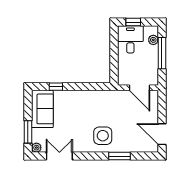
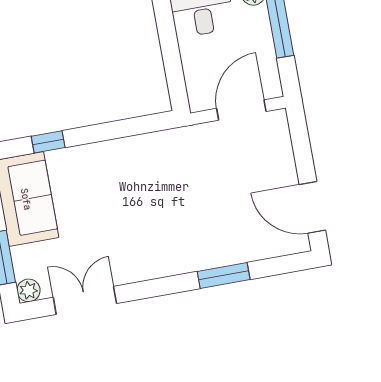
door: (139, 88) -> (241, 110), swing flipped
side table: (103, 136) -> (177, 235), removed

